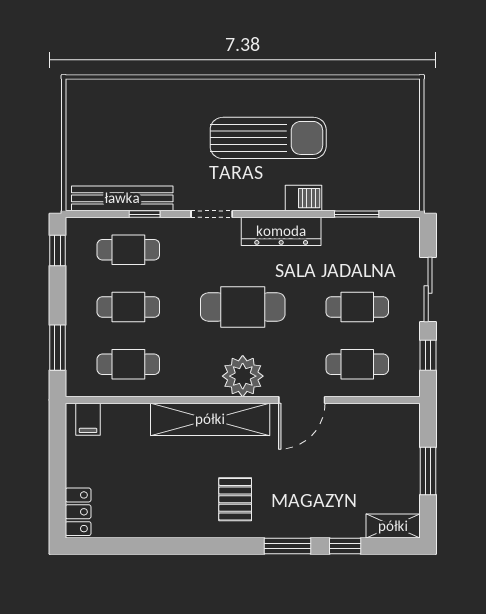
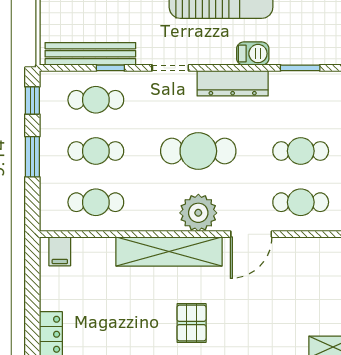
window: (57, 348) -> (32, 157), moved

